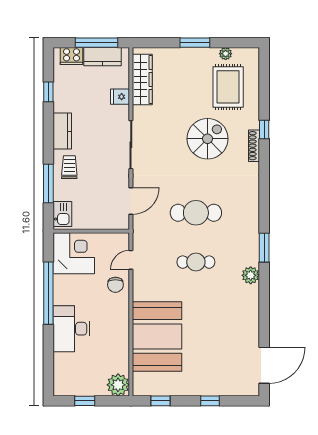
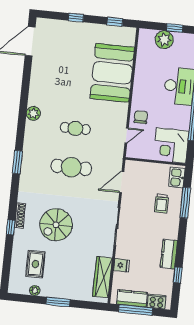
rug: (228, 87) -> (35, 264), width x0.73, depth x0.70
kitchen counter: (62, 131) -> (169, 254), moved
trolley: (69, 167) -> (162, 204), moved
window: (264, 248) -> (17, 162), moved
plant: (118, 385) -> (164, 40), moved

